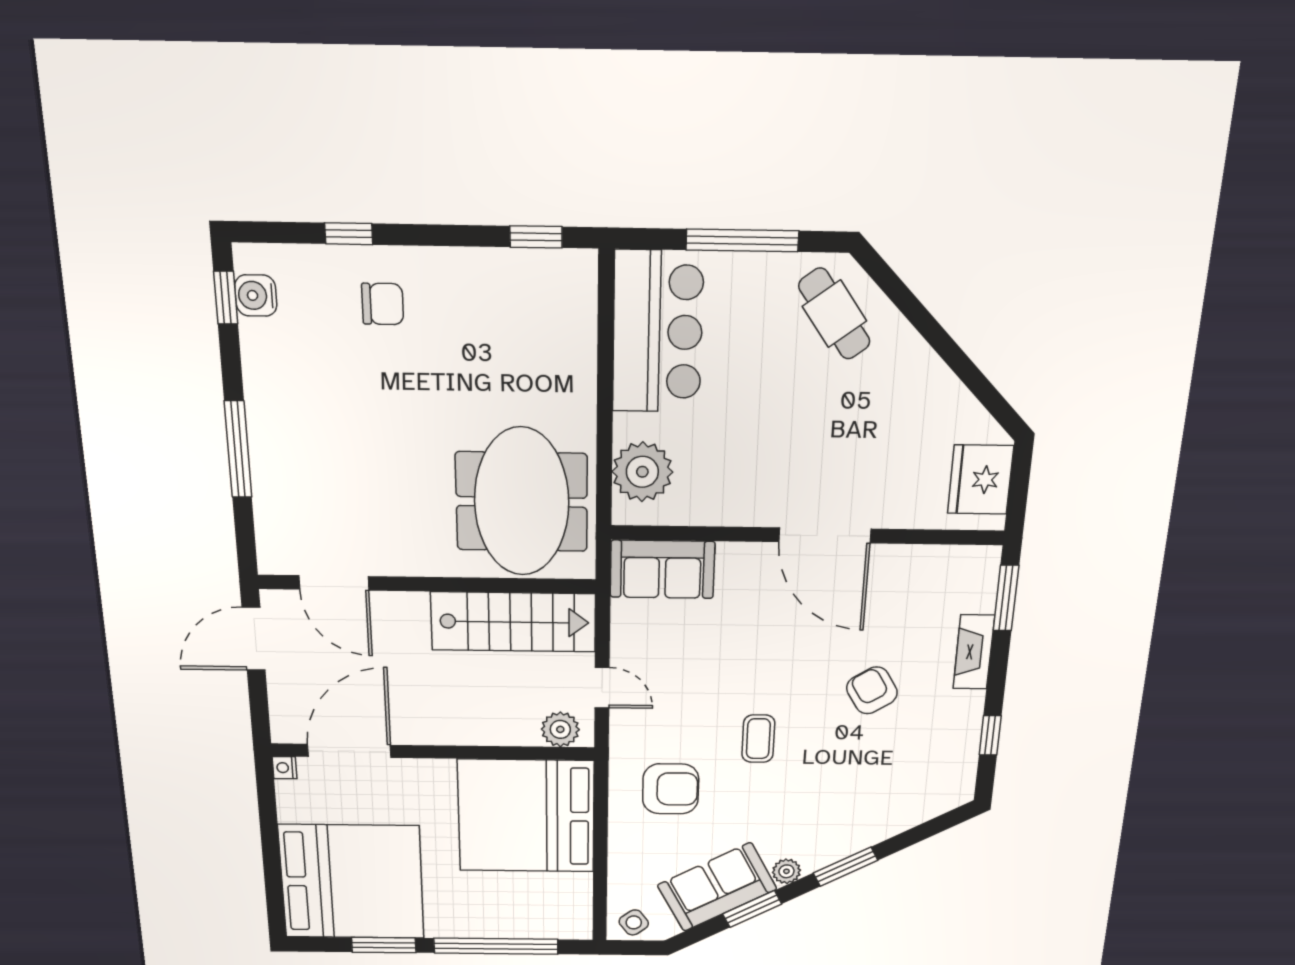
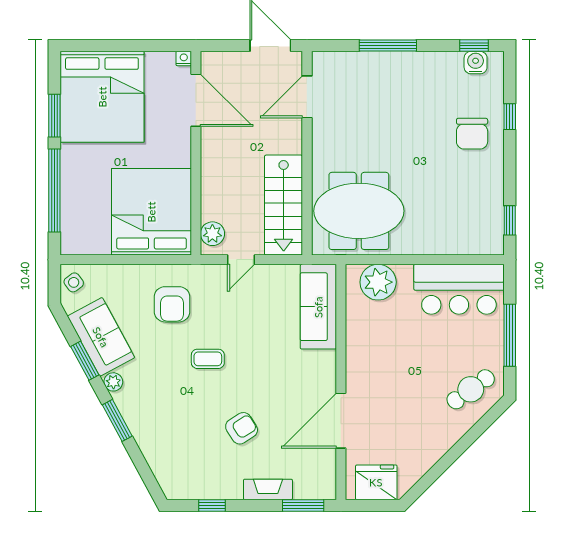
chair: (383, 304) -> (472, 134), width x1.37, depth x1.37
door: (825, 535) -> (341, 421), moved
sofa: (662, 569) -> (318, 307), width x1.36

